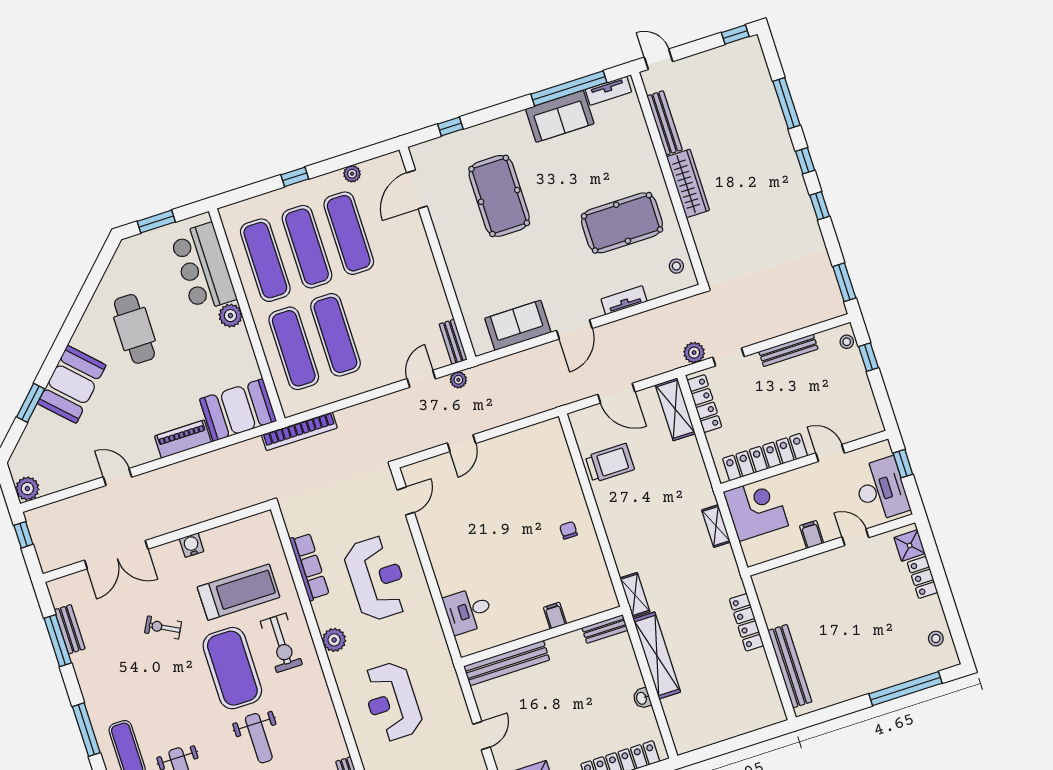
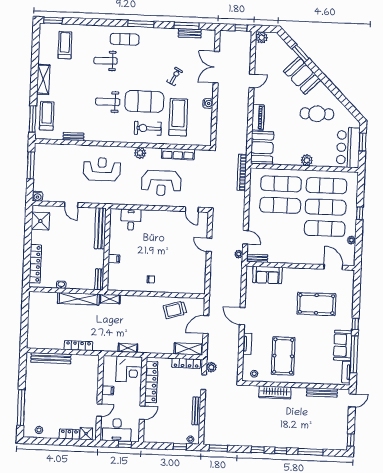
window: (450, 127) -> (355, 324), moved
wardrobe: (688, 184) -> (275, 392), moved
bar counter: (203, 267) -> (348, 148), moved, turned -90
sofa: (518, 325) -> (267, 275), moved, turned 90
trolley: (610, 463) -> (175, 310), turned 74
treadmill: (239, 592) -> (178, 117), turned 180

